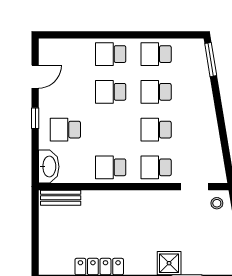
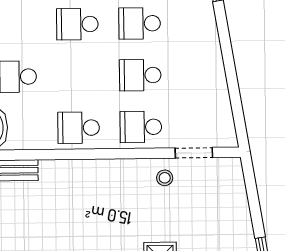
stool: (217, 203) -> (165, 178), moved

